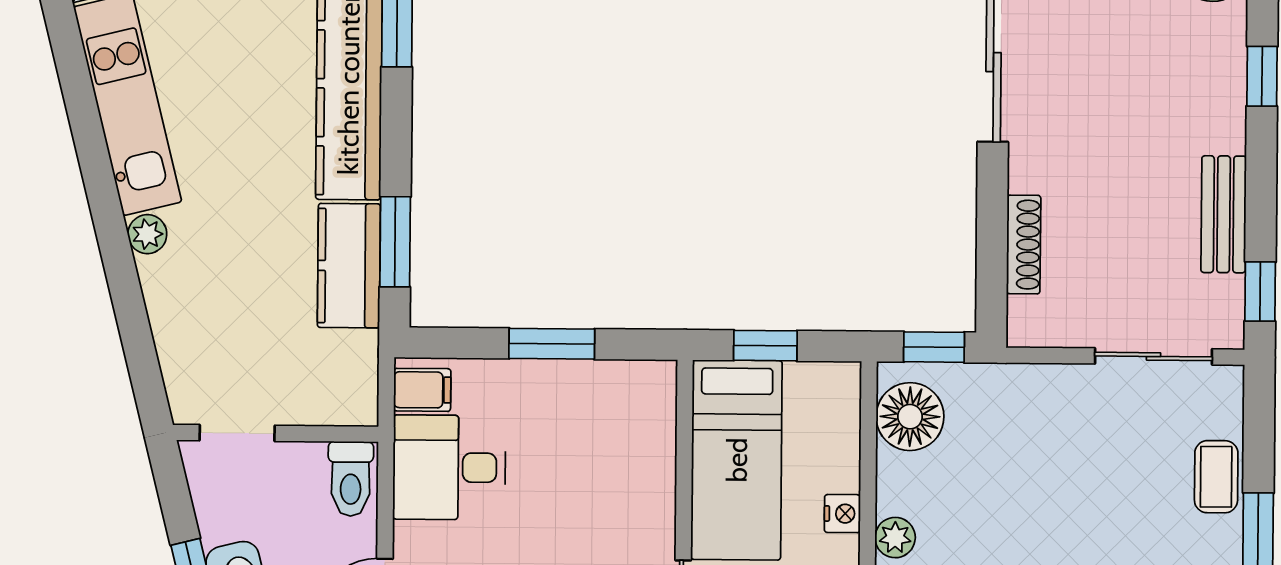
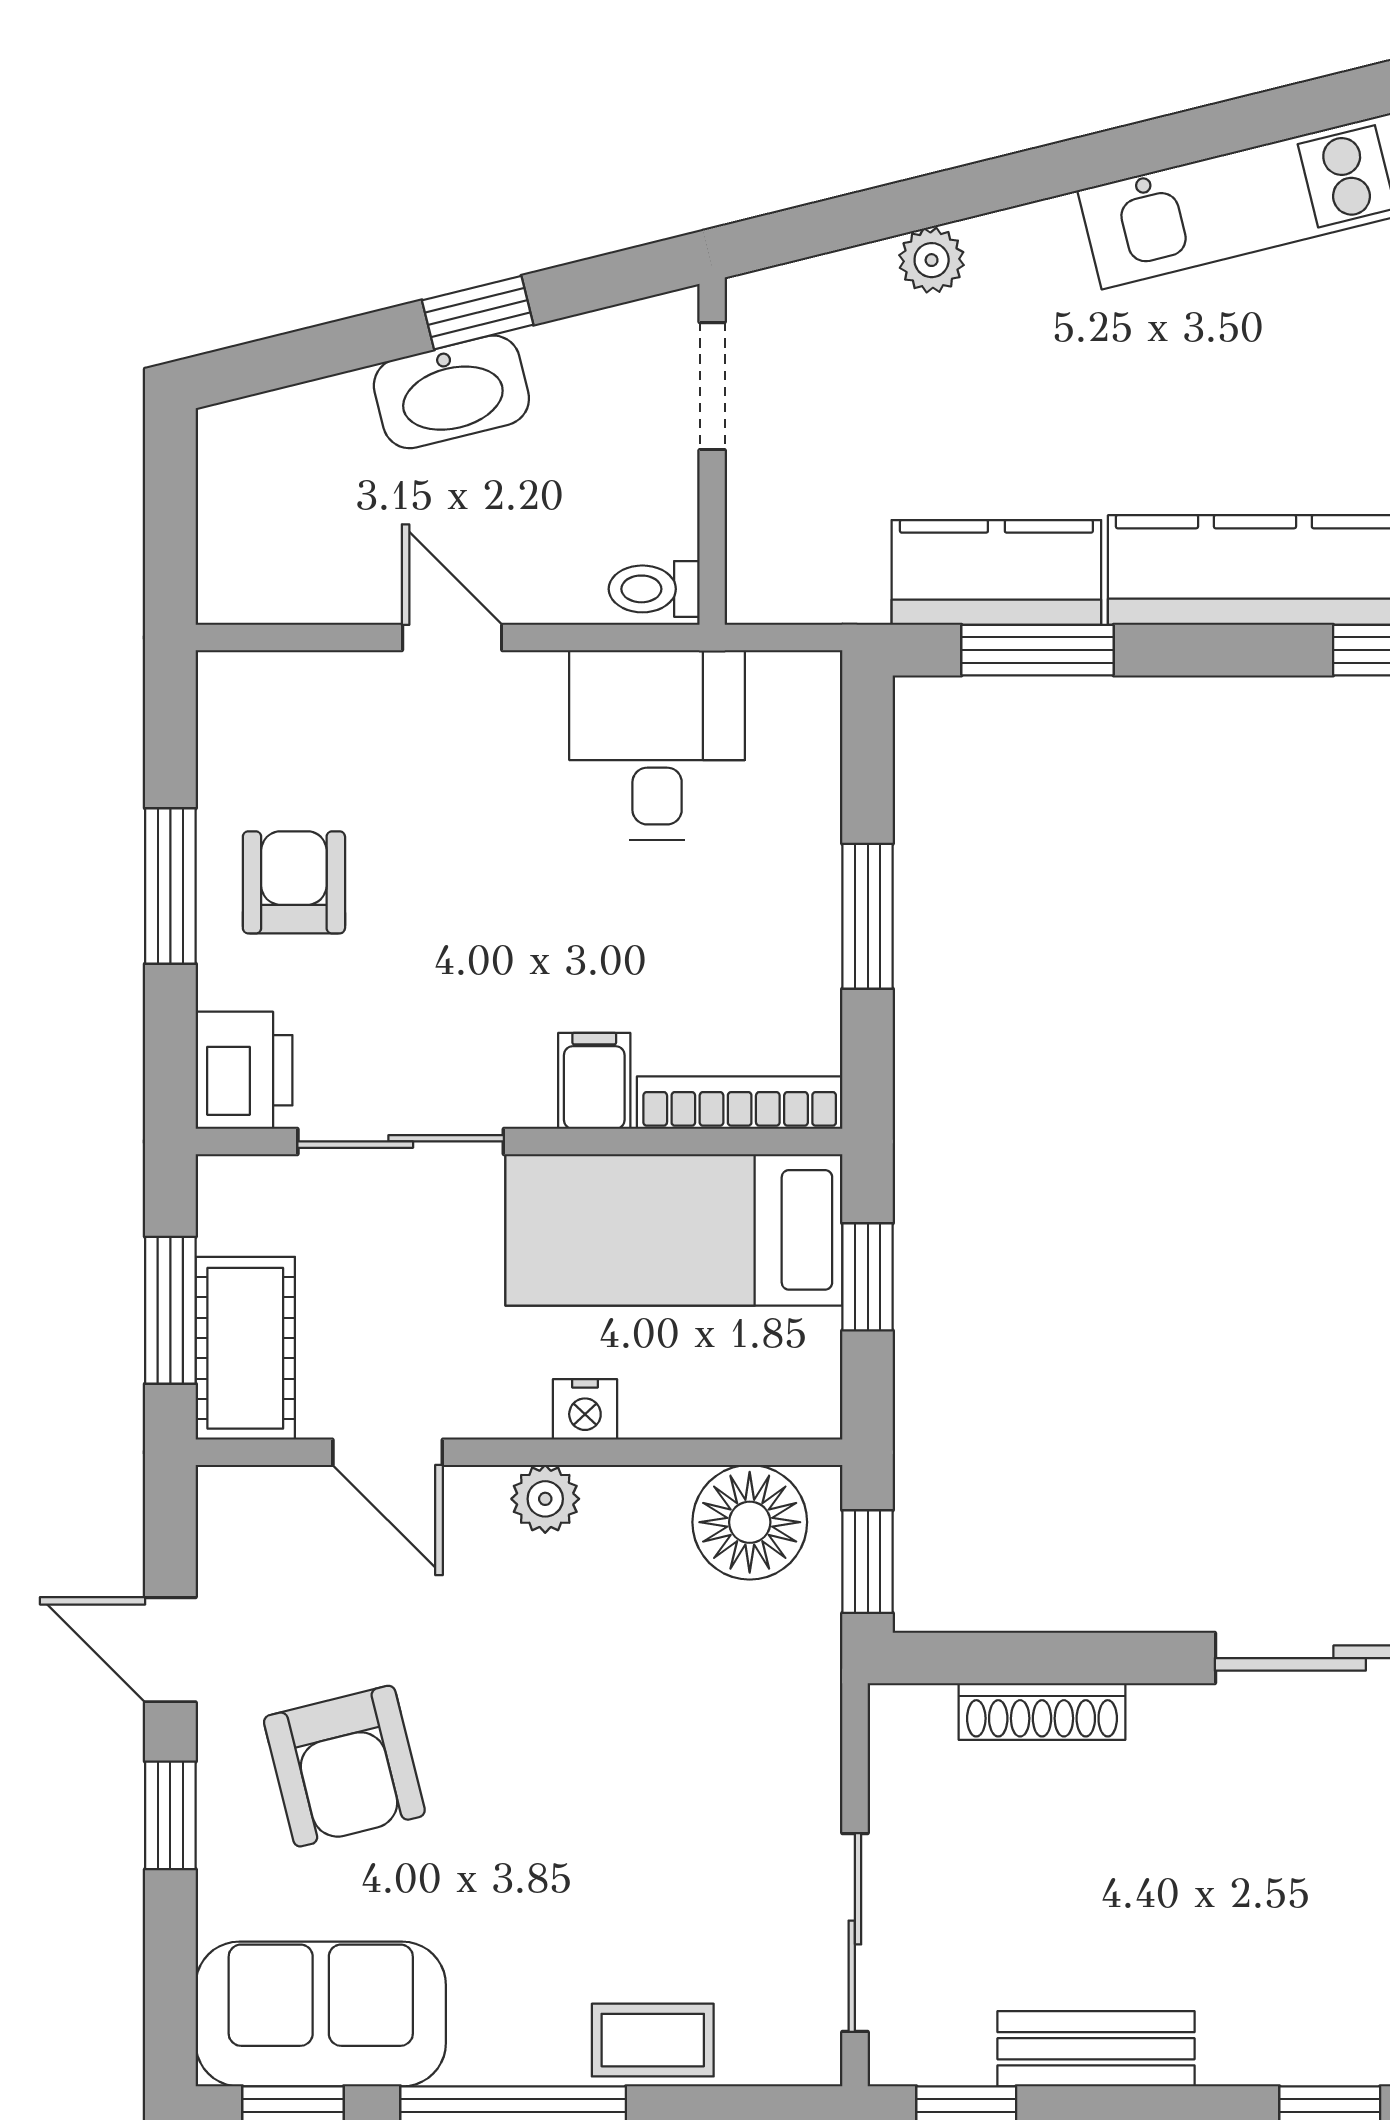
plant: (147, 234) -> (932, 260), moved
filing cabinet: (422, 390) -> (594, 1081), moved, turned 180
bookcase: (661, 420) -> (740, 1103), added
toilet: (351, 479) -> (654, 589), width x0.73, depth x0.72

